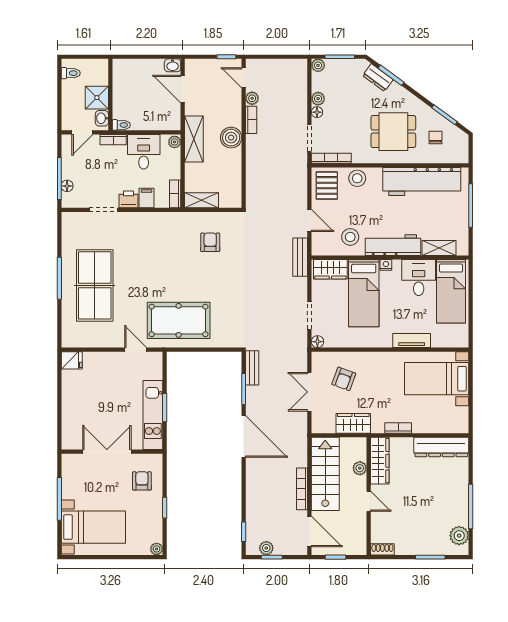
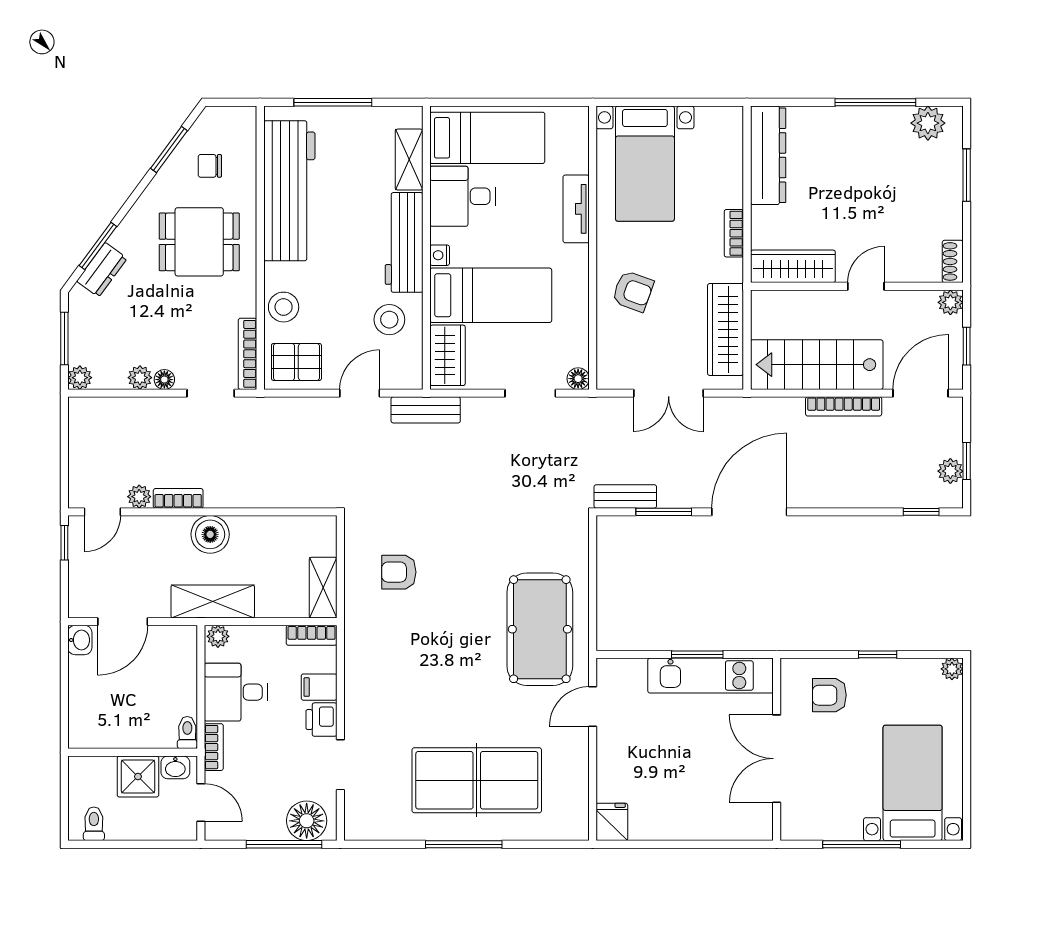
dining table: (393, 132) -> (199, 242), turned 90
floor lamp: (67, 186) -> (307, 821), width x1.89, depth x1.89
armchair: (344, 379) -> (633, 291), moved
wardrobe: (353, 423) -> (726, 329), width x1.50
plant: (360, 468) -> (950, 302), moved

